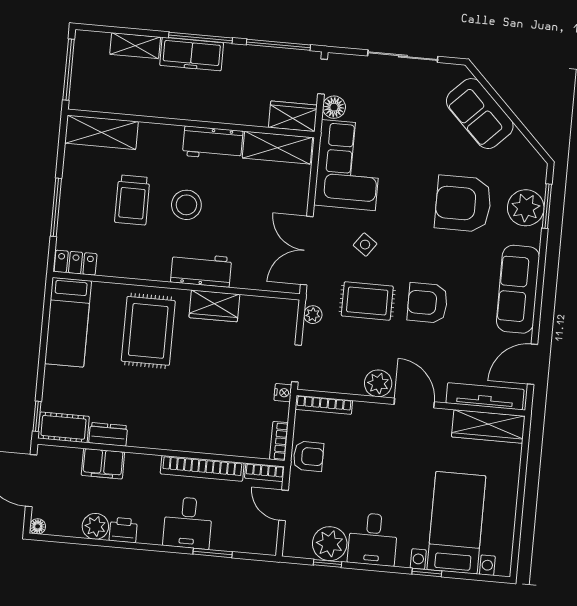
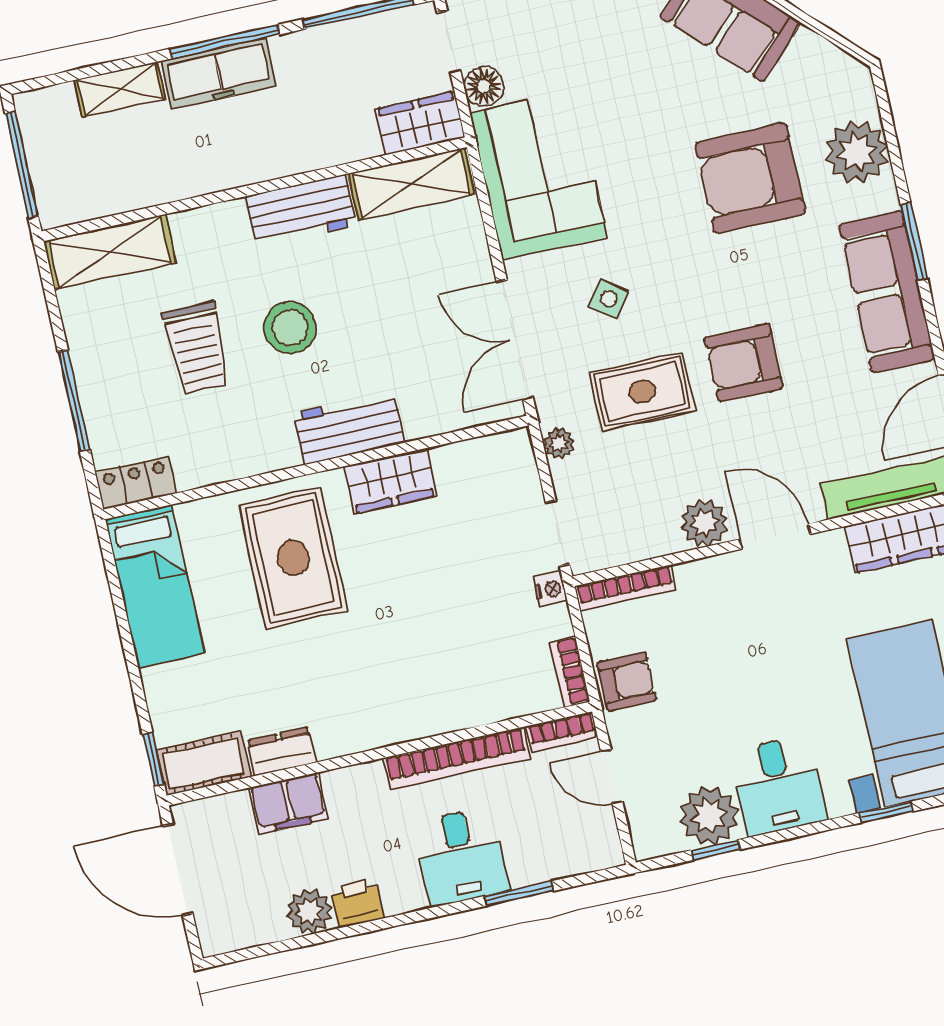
window: (547, 206) -> (914, 241), moved
floor lamp: (38, 526) -> (213, 942), removed

